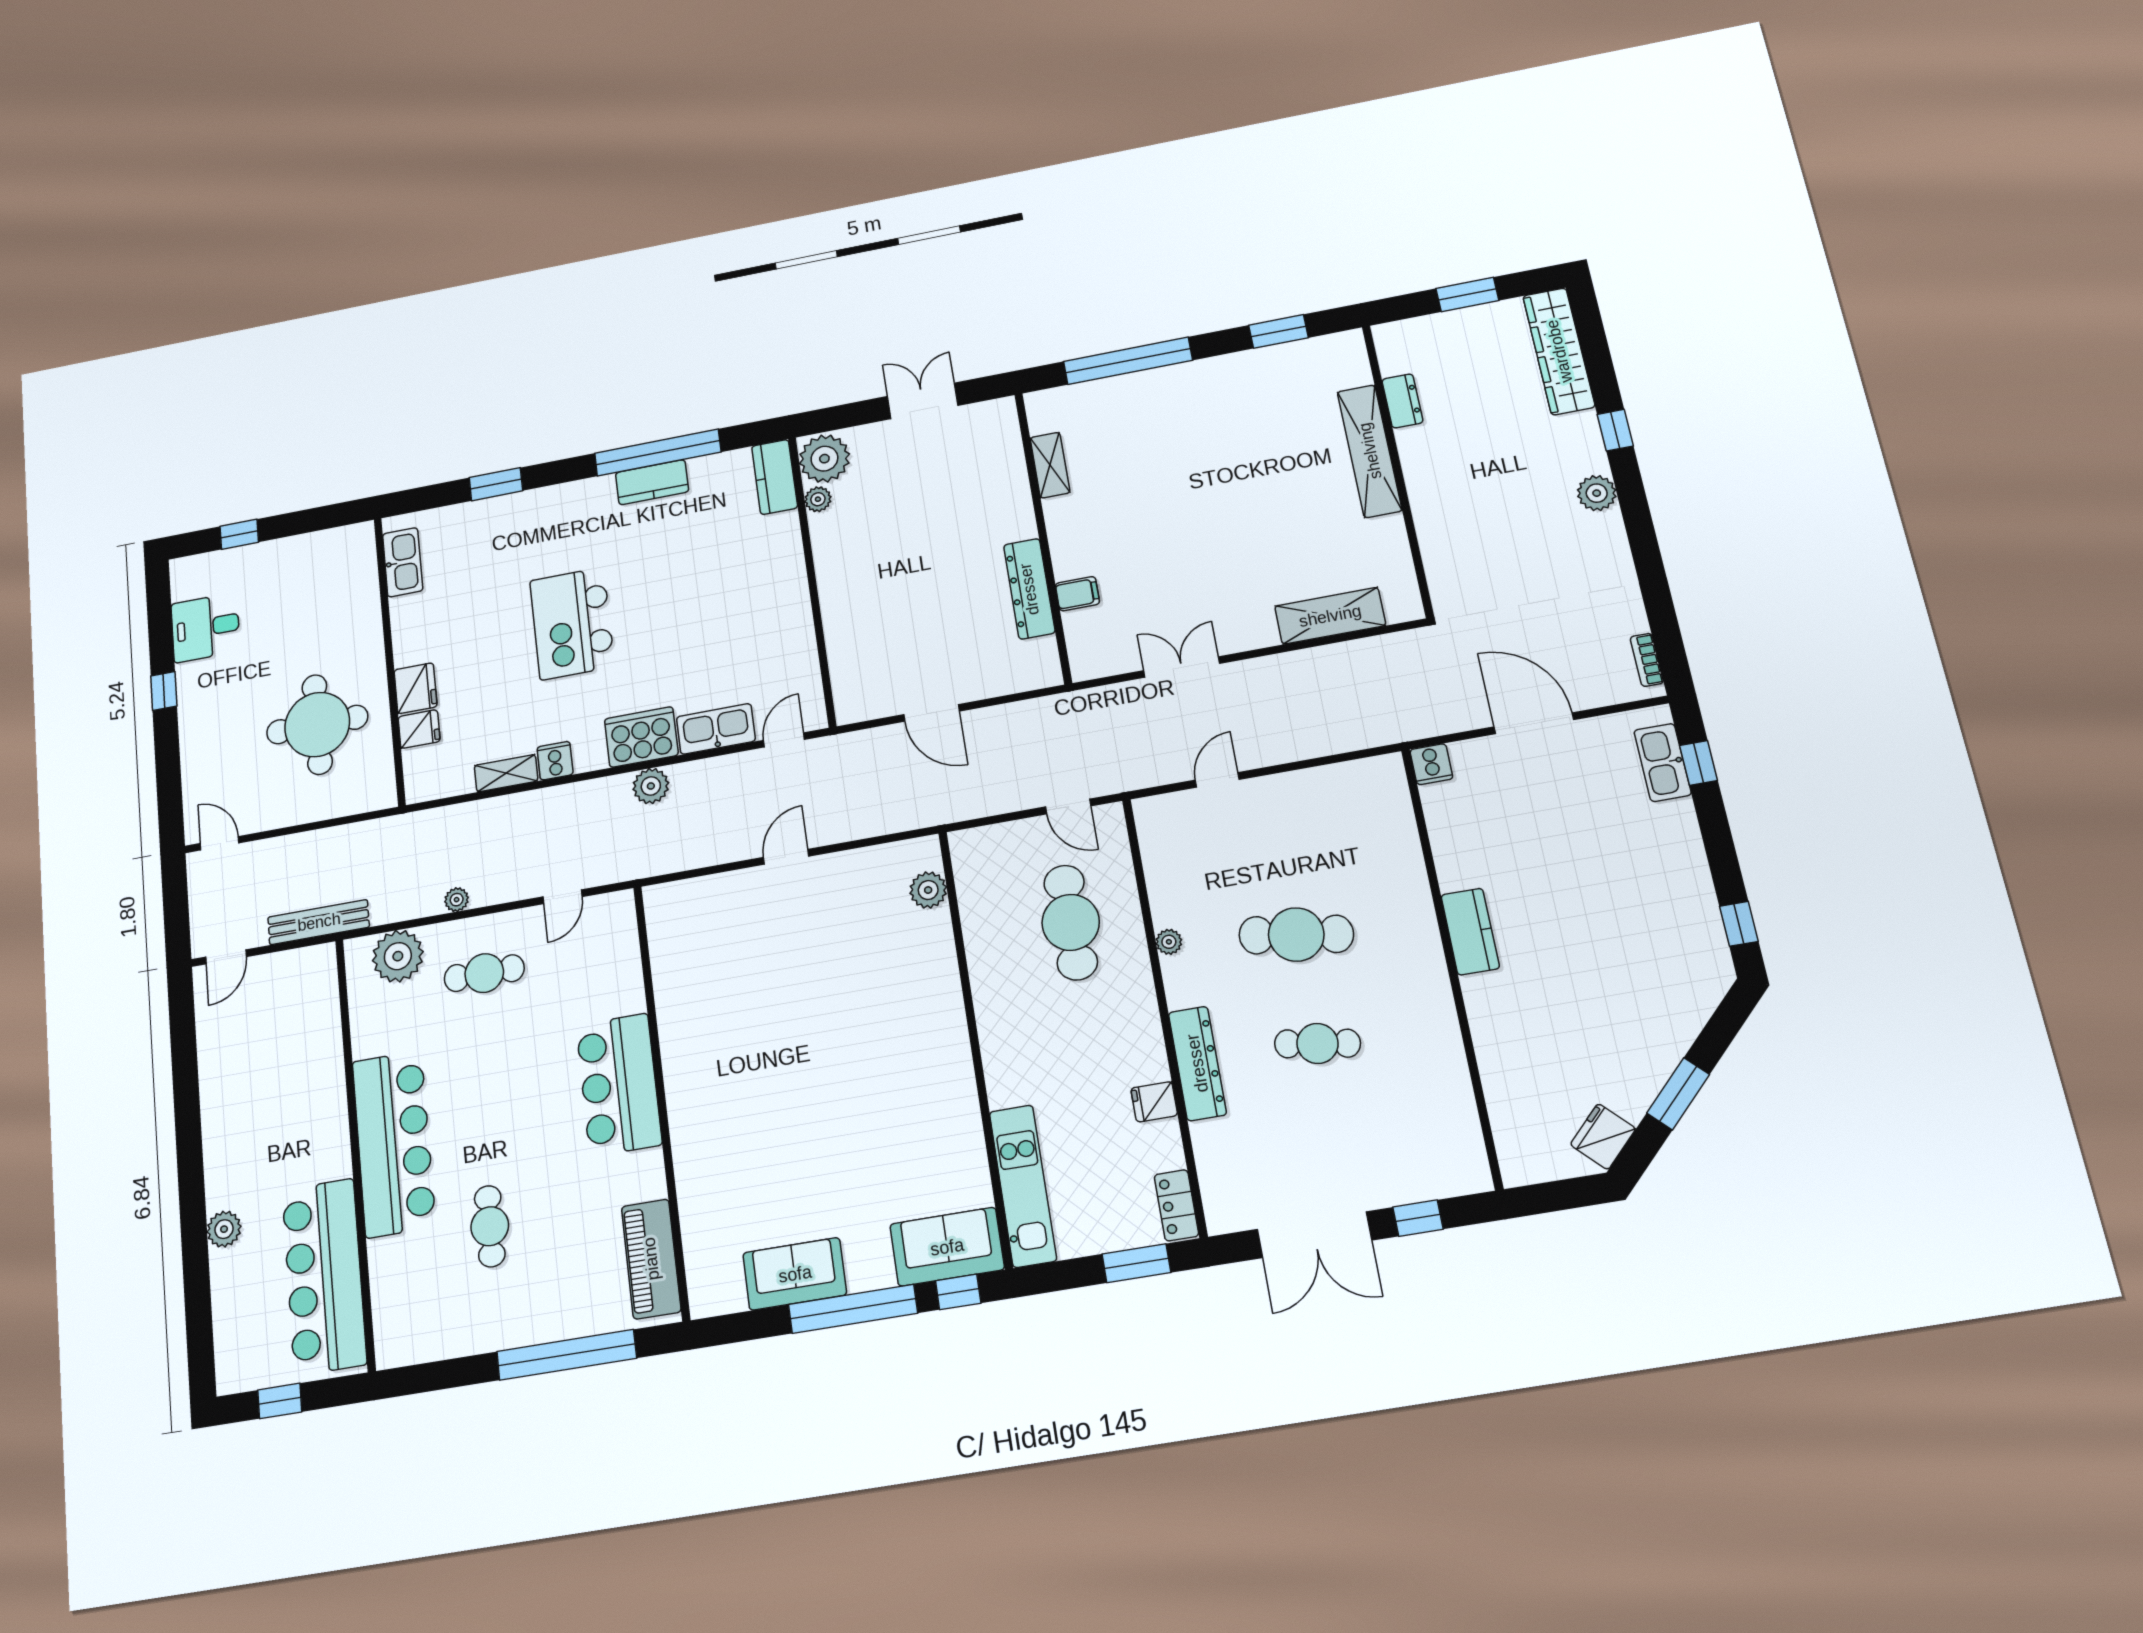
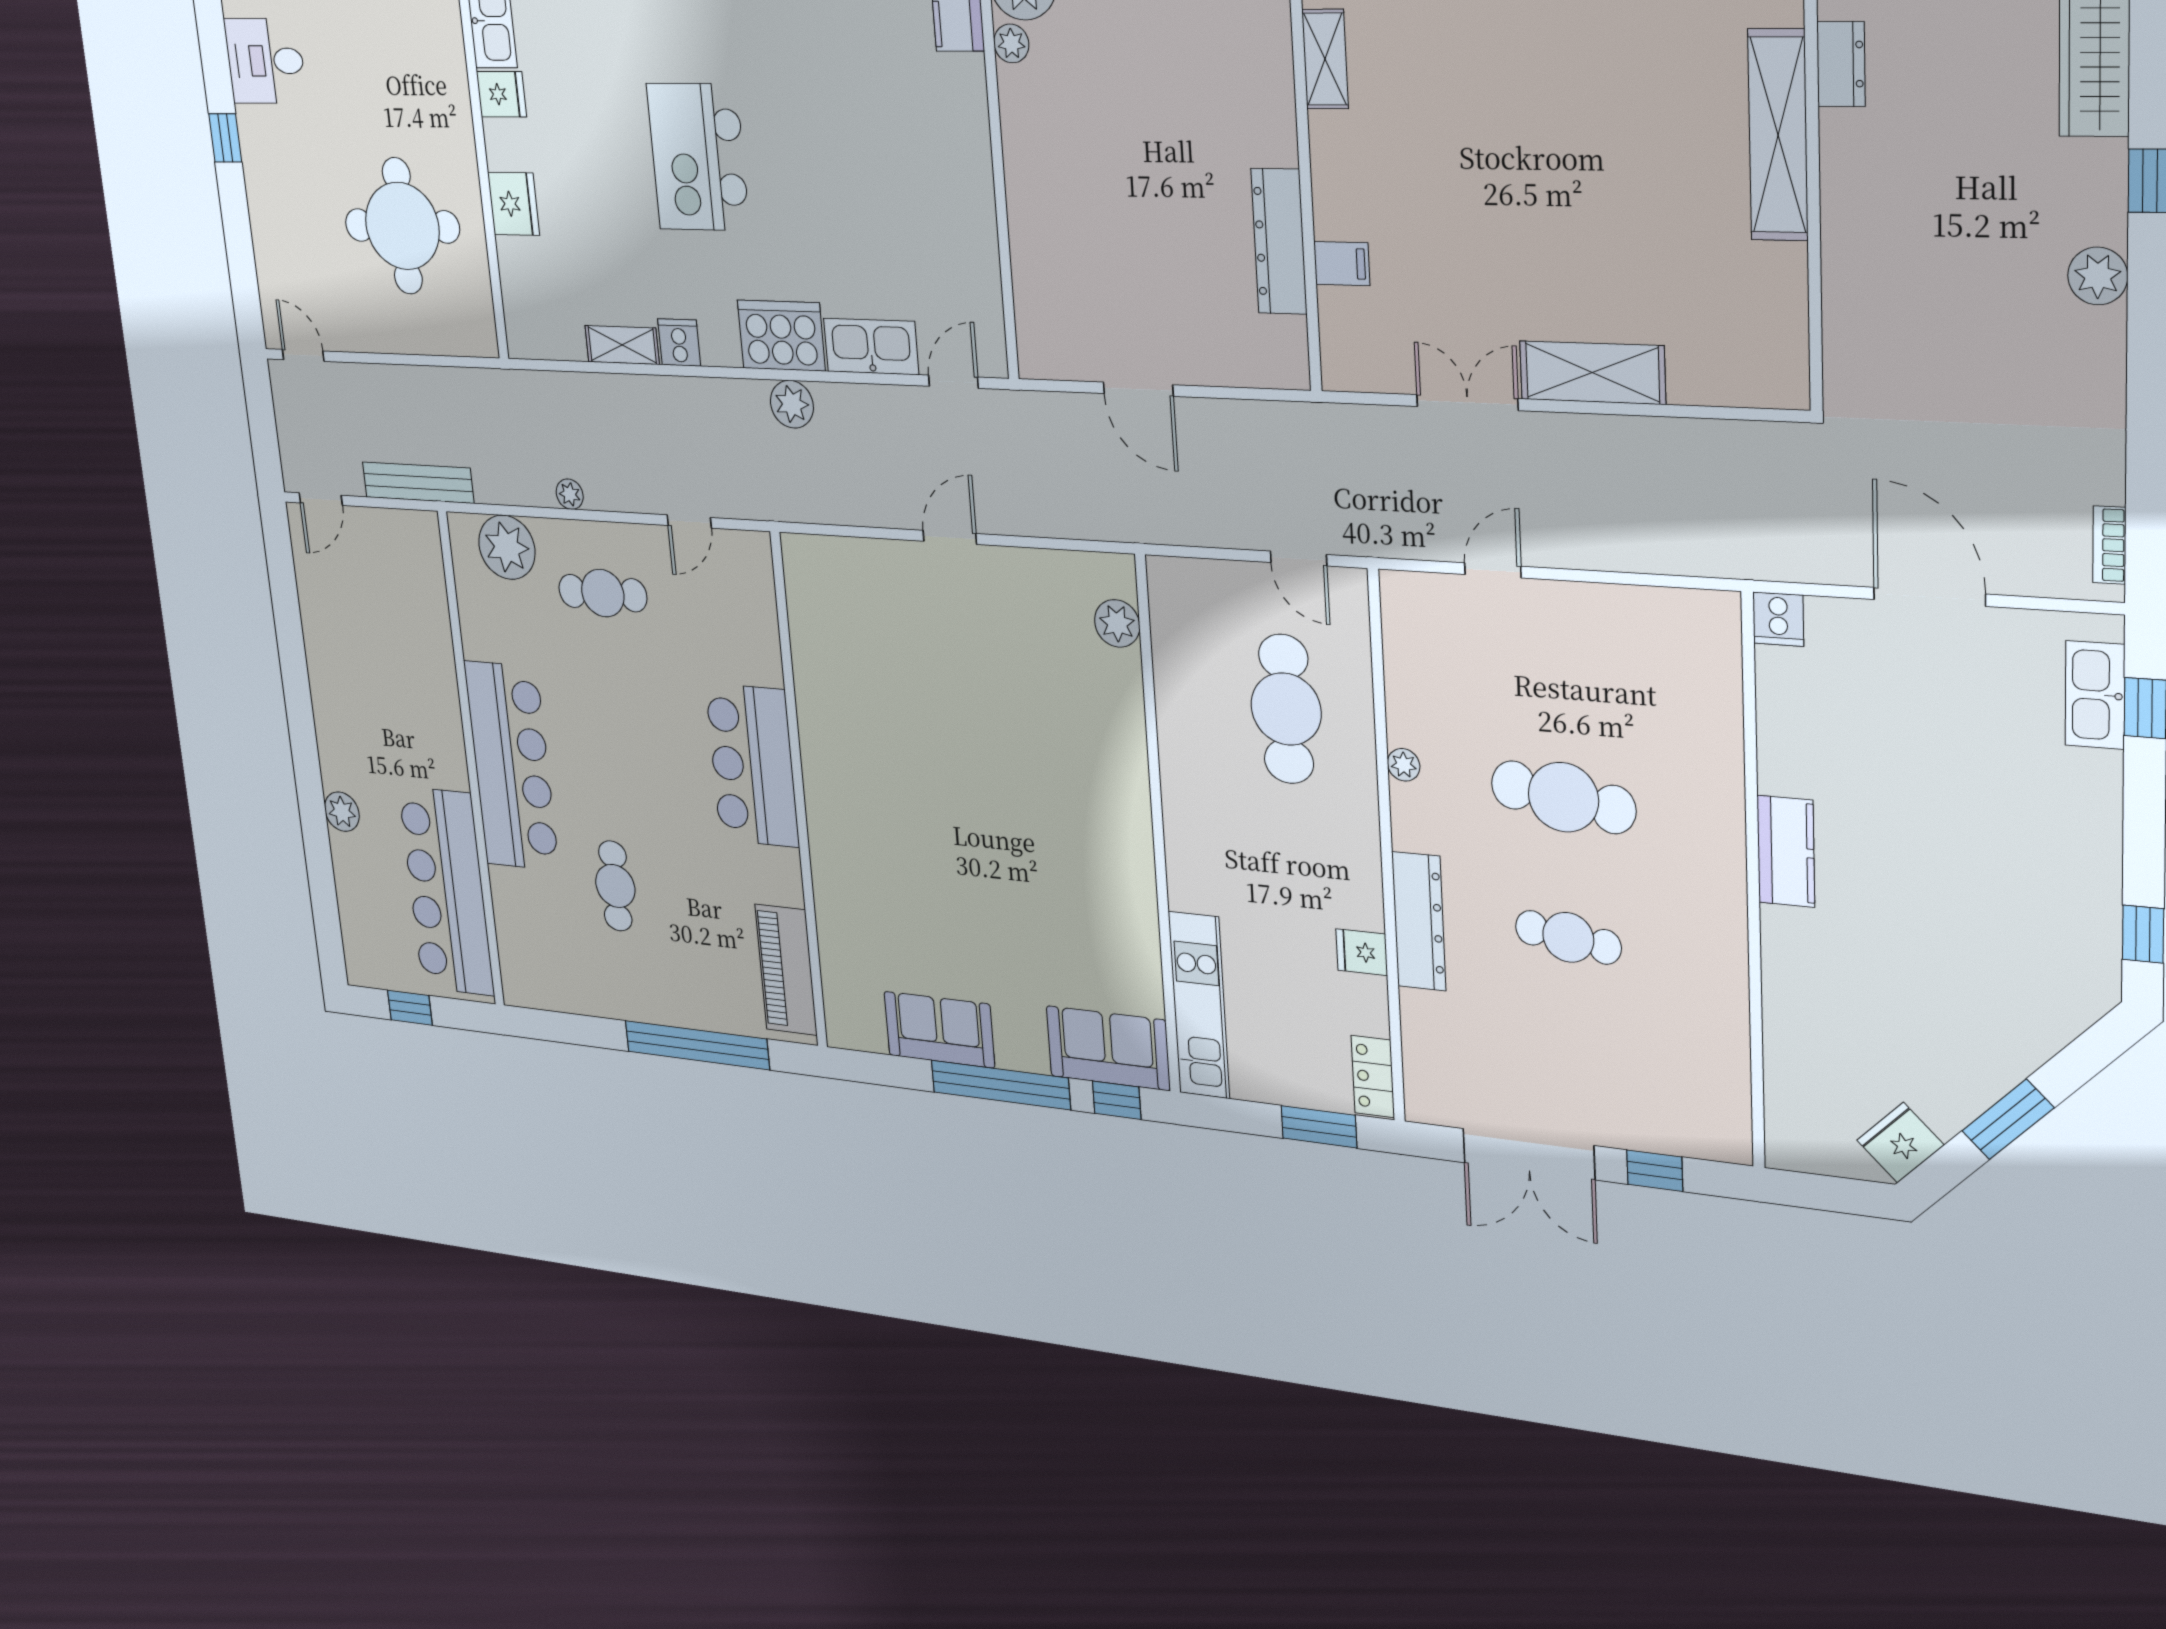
shelving: (1330, 616) -> (1592, 373), moved
fridge: (419, 729) -> (501, 94), moved

